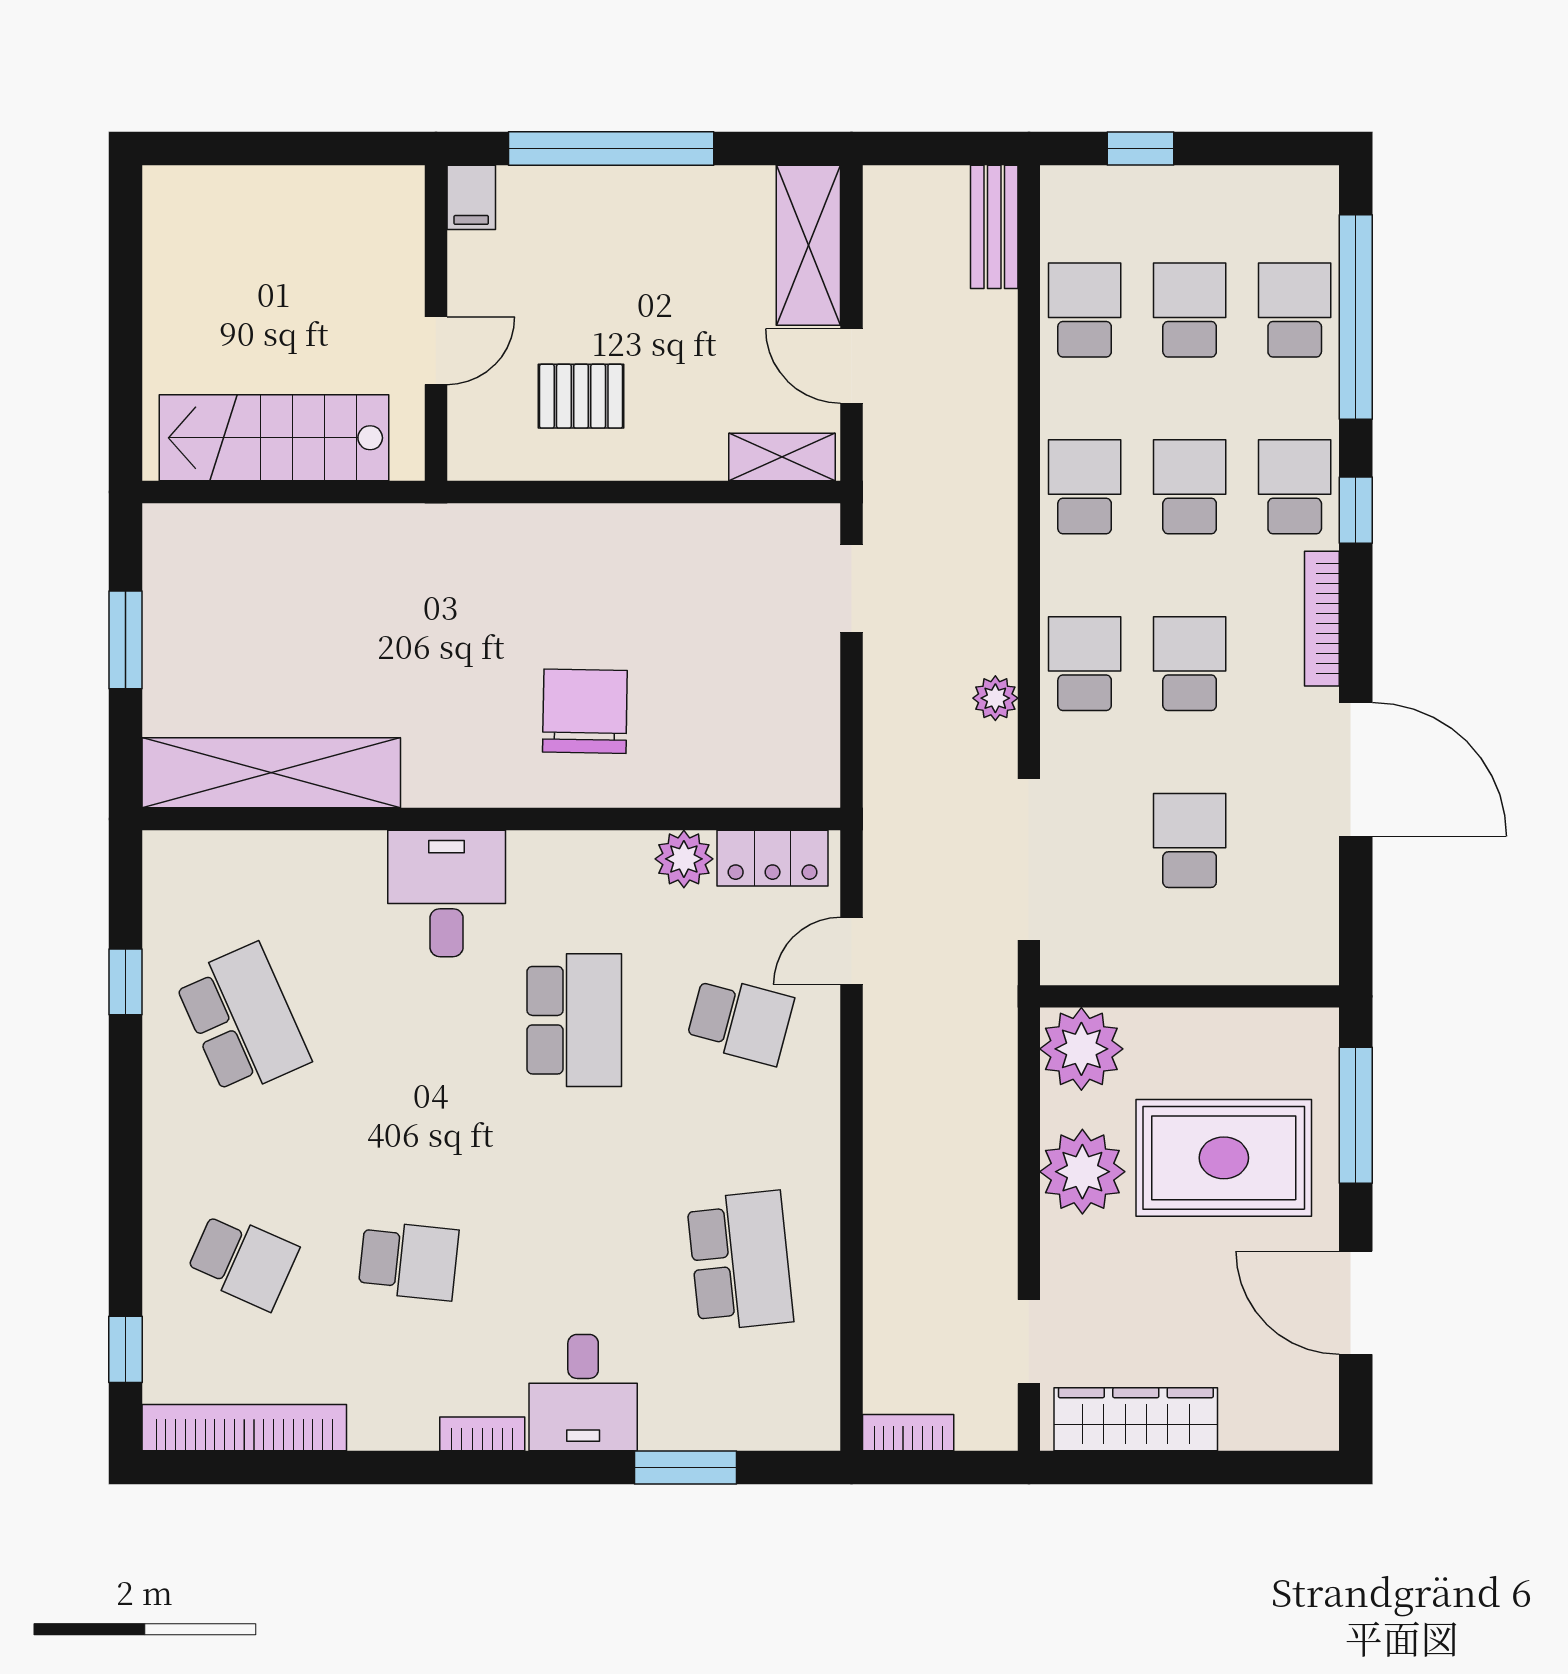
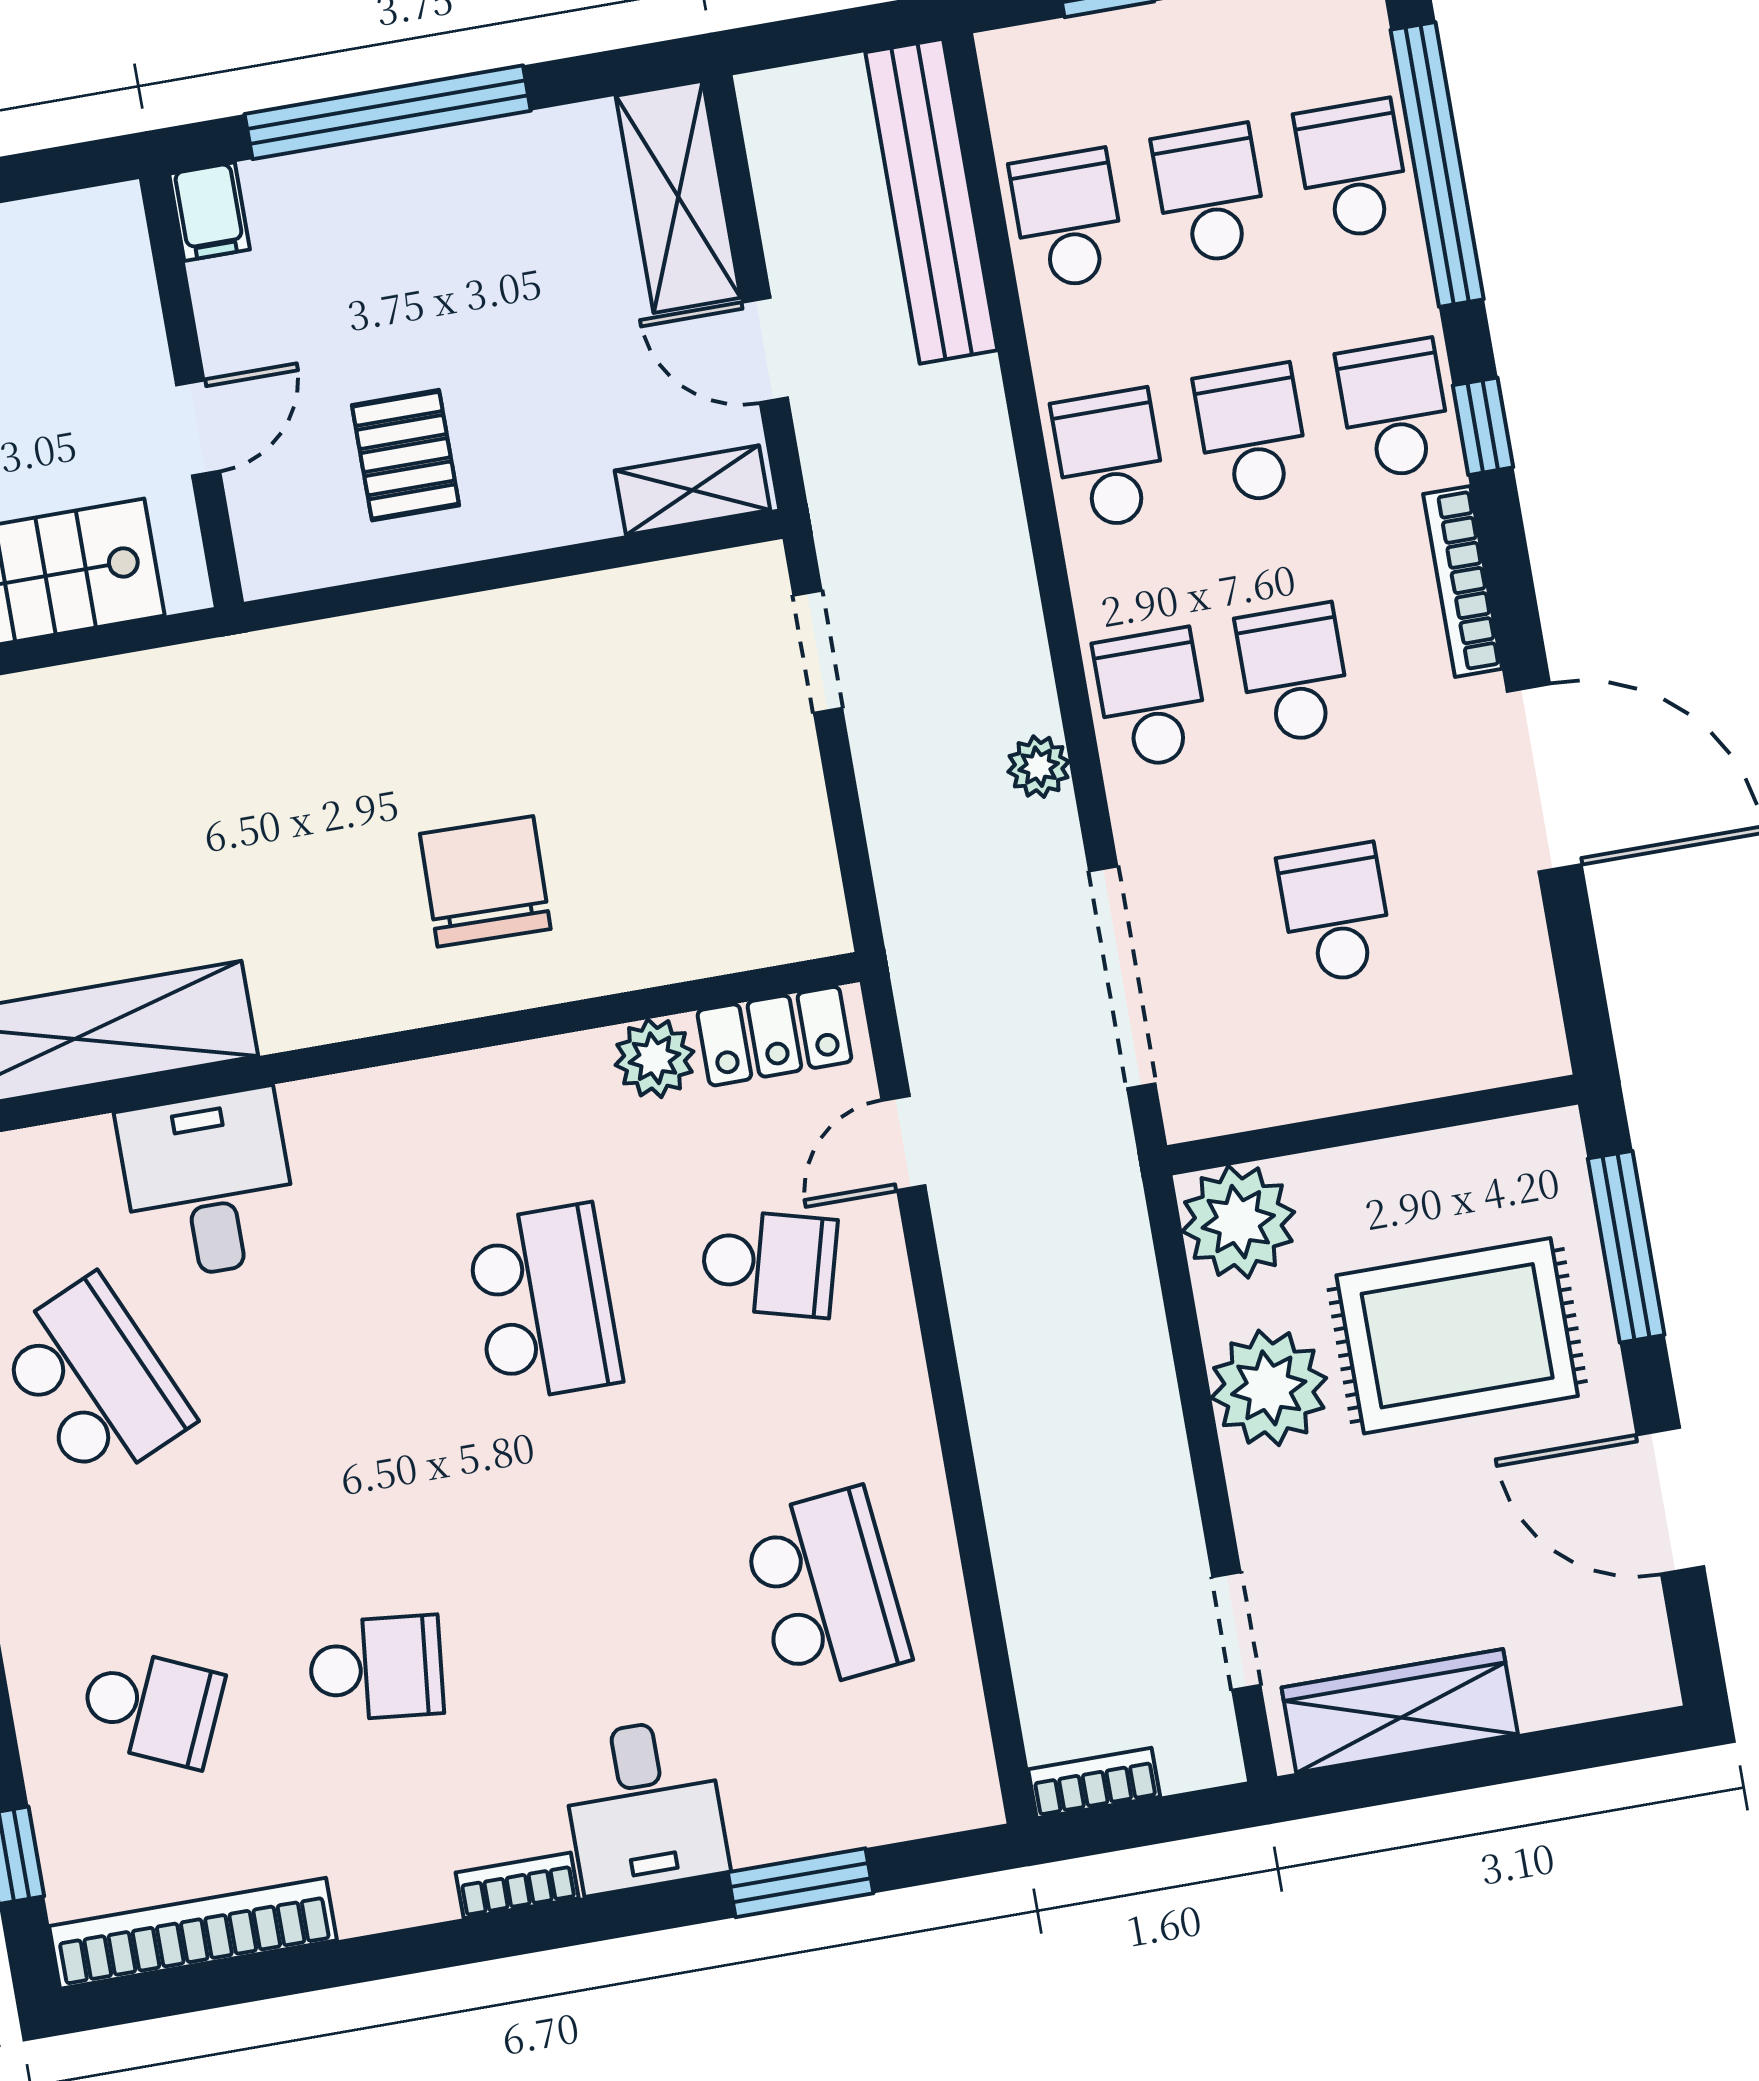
bench: (994, 227) -> (931, 201), width x1.86, depth x1.21
pallet: (581, 396) -> (405, 455), turned 90
desk: (447, 893) -> (208, 1184), moved

